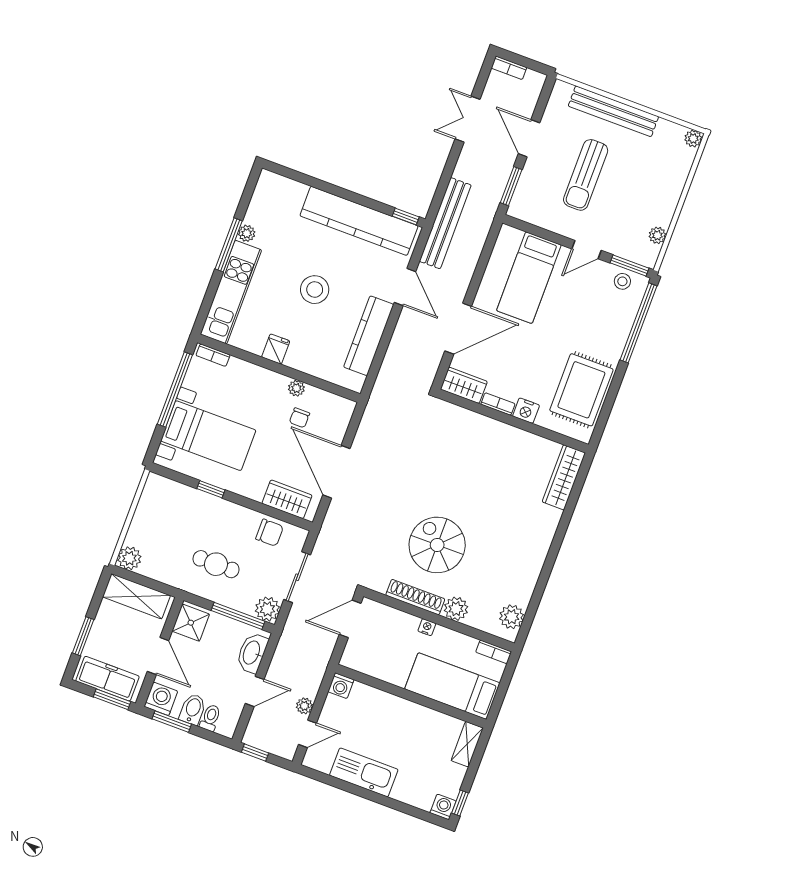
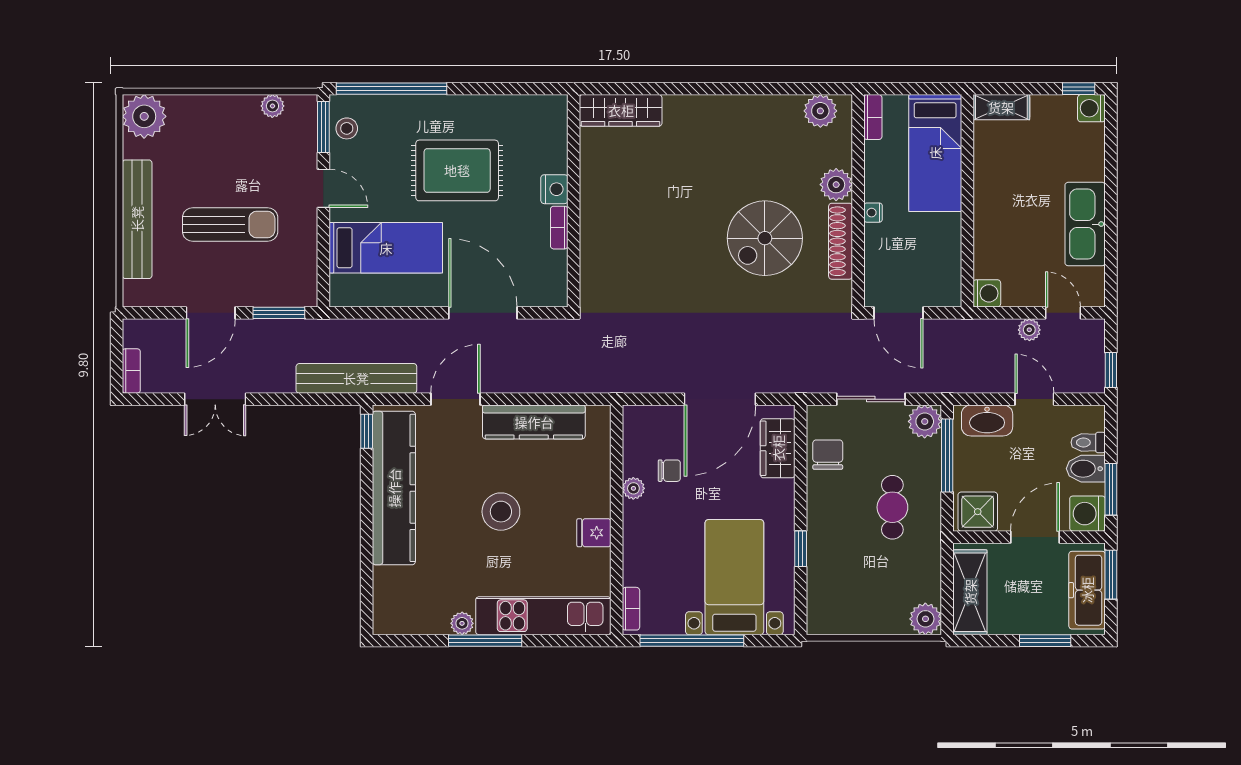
plant: (693, 139) -> (144, 116), width x1.88, depth x1.88
wardrobe: (464, 385) -> (552, 279), removed
rug: (581, 390) -> (457, 170), moved

